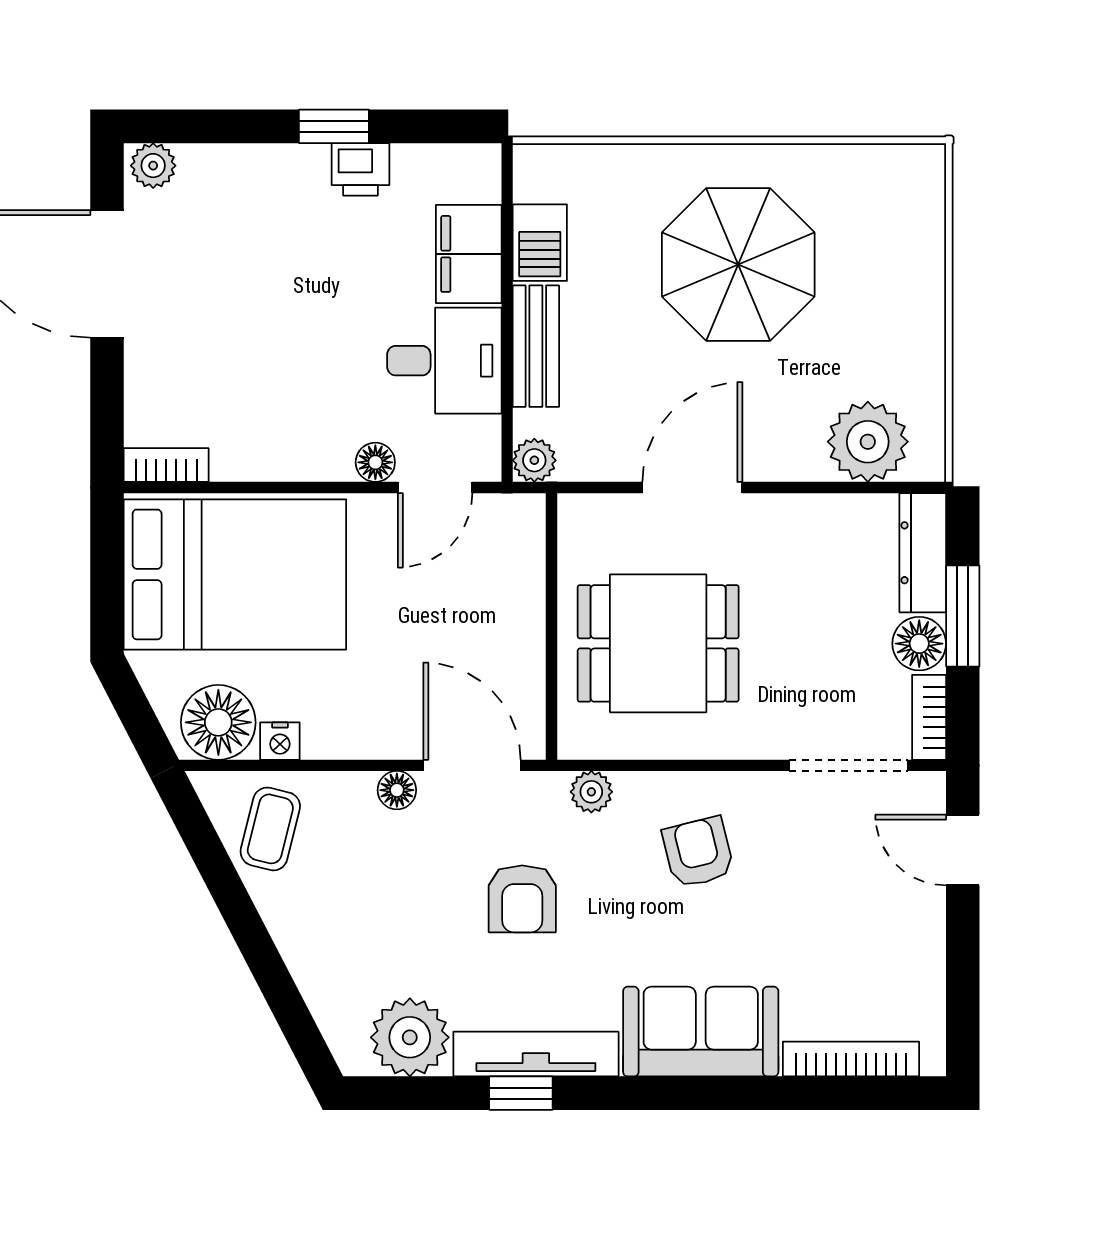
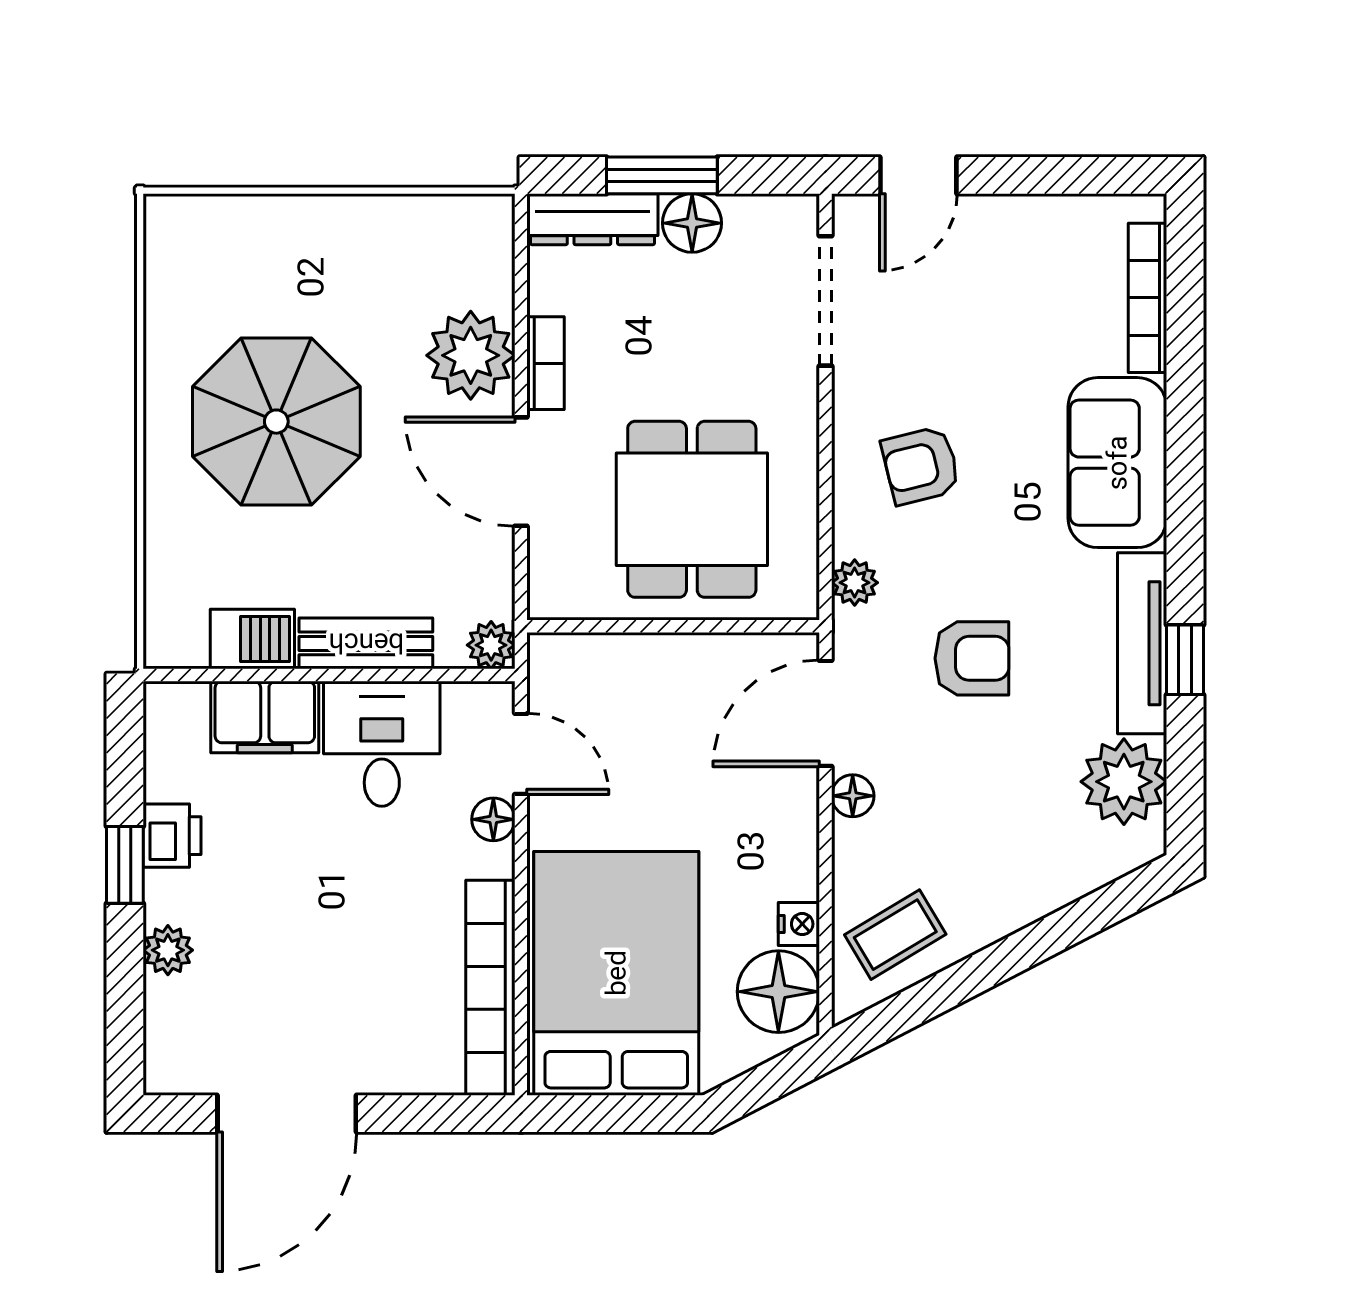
plant: (153, 166) -> (168, 950), moved
plant: (868, 442) -> (471, 355), moved
bookcase: (166, 465) -> (490, 988), width x2.31, depth x1.31
bookcase: (929, 717) -> (546, 363), moved, turned -90
coffee table: (270, 829) -> (895, 935), turned -45

